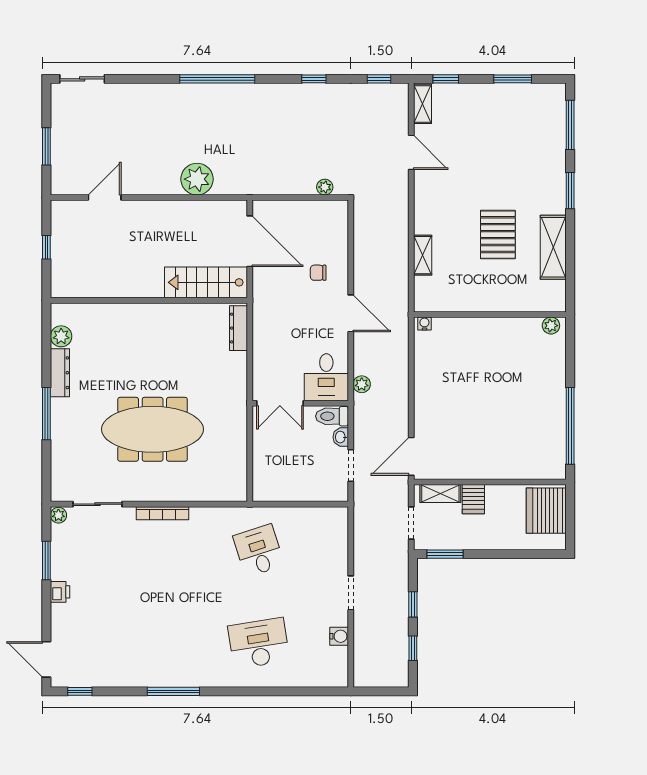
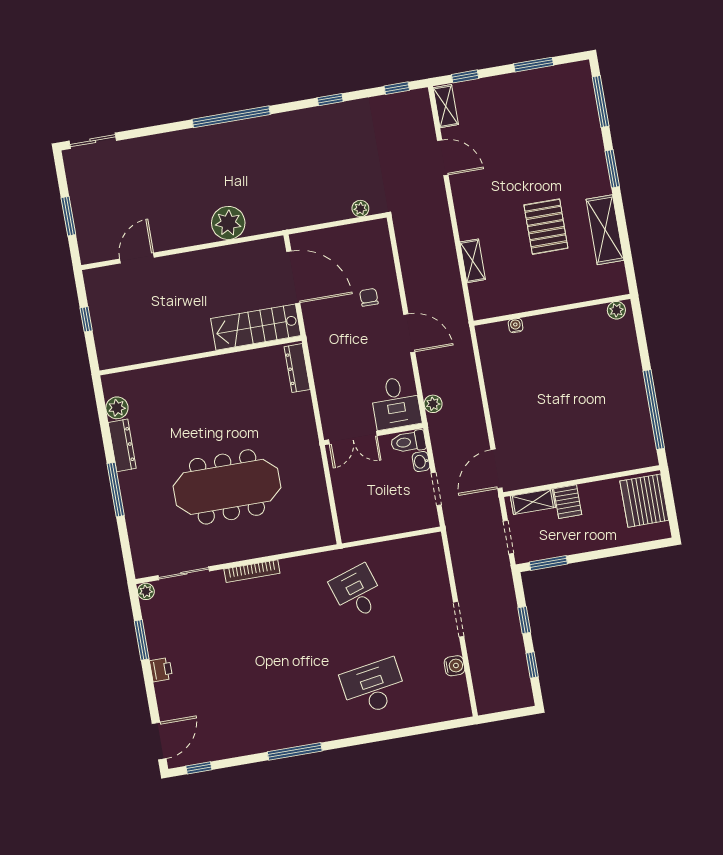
chair: (318, 273) -> (369, 297), turned 90
water cooler: (424, 324) -> (516, 326), moved
door: (46, 659) -> (159, 741), swing flipped

